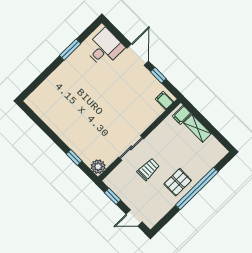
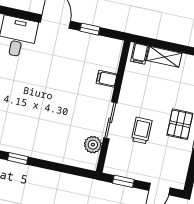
filing cabinet: (164, 100) -> (107, 79), moved
window: (74, 157) -> (18, 158), moved
plant: (98, 167) -> (93, 145), moved

